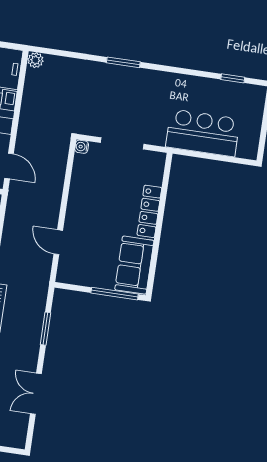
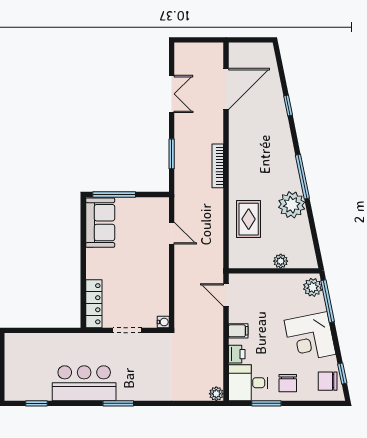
window: (123, 62) -> (118, 403), moved
bar counter: (203, 133) -> (84, 383), moved, turned 180
doorway: (122, 143) -> (127, 330), width x0.73
locker: (149, 211) -> (94, 304), moved

